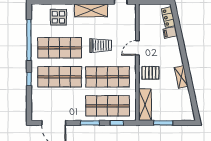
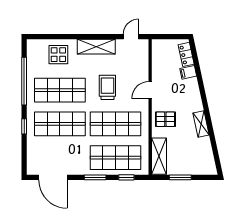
trolley: (101, 45) -> (107, 87), turned -90

